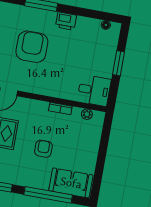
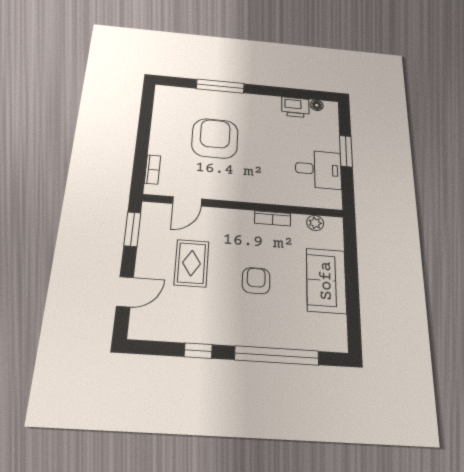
printer: (66, 21) -> (295, 107), moved
desk: (94, 90) -> (318, 169), moved
sofa: (71, 183) -> (326, 281), moved, turned -90

